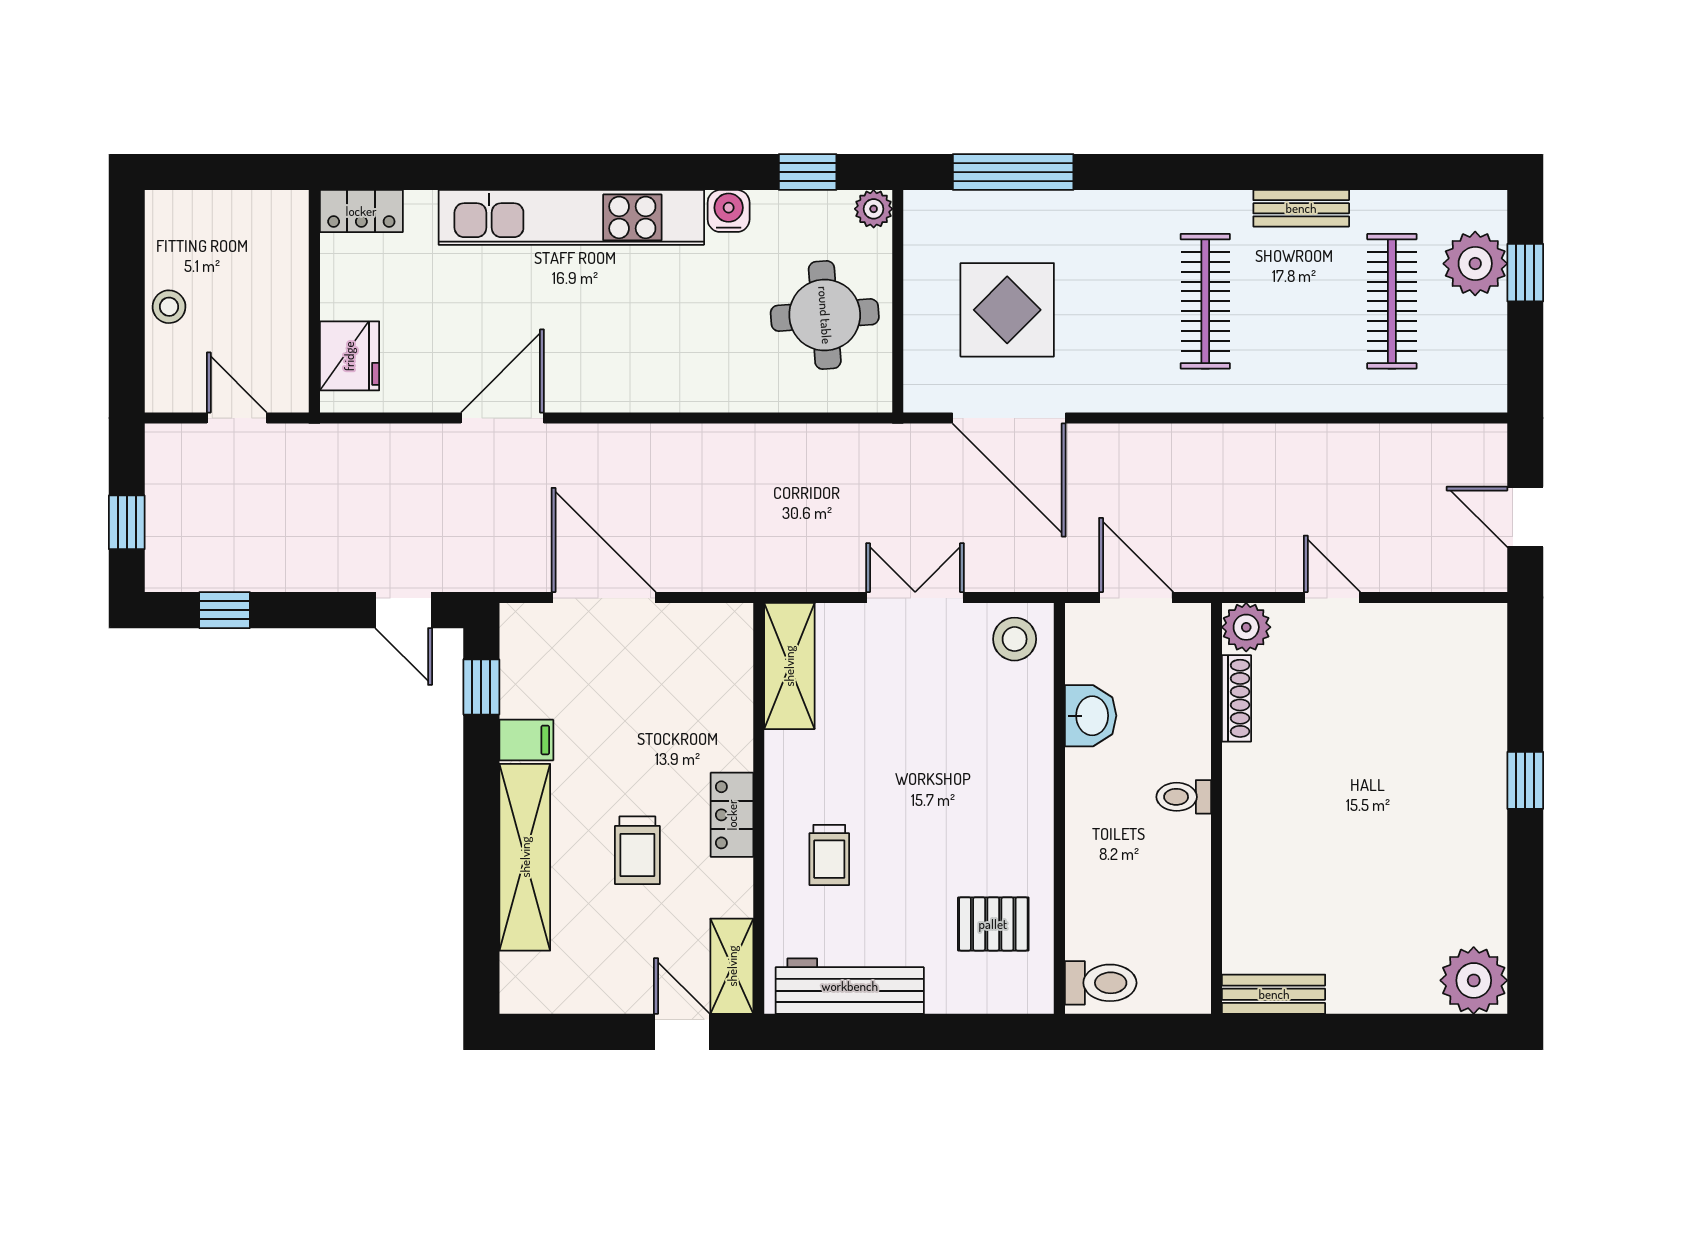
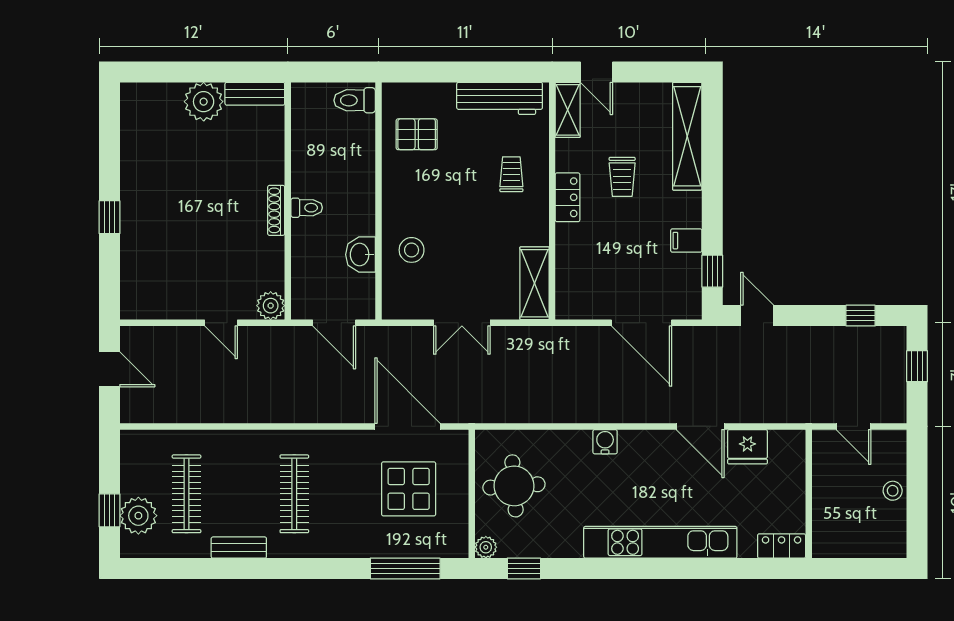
water cooler: (729, 211) -> (605, 442), moved, turned 180
fridge: (349, 356) -> (747, 447), moved, turned -90
door: (502, 418) -> (700, 426), hinge flipped
stool: (1015, 639) -> (412, 250), moved
shoe rack: (1237, 698) -> (276, 210), moved
trolley: (637, 850) -> (622, 177), turned 180
shelving: (525, 857) -> (687, 136), moved
plant: (1474, 980) -> (204, 102), moved

